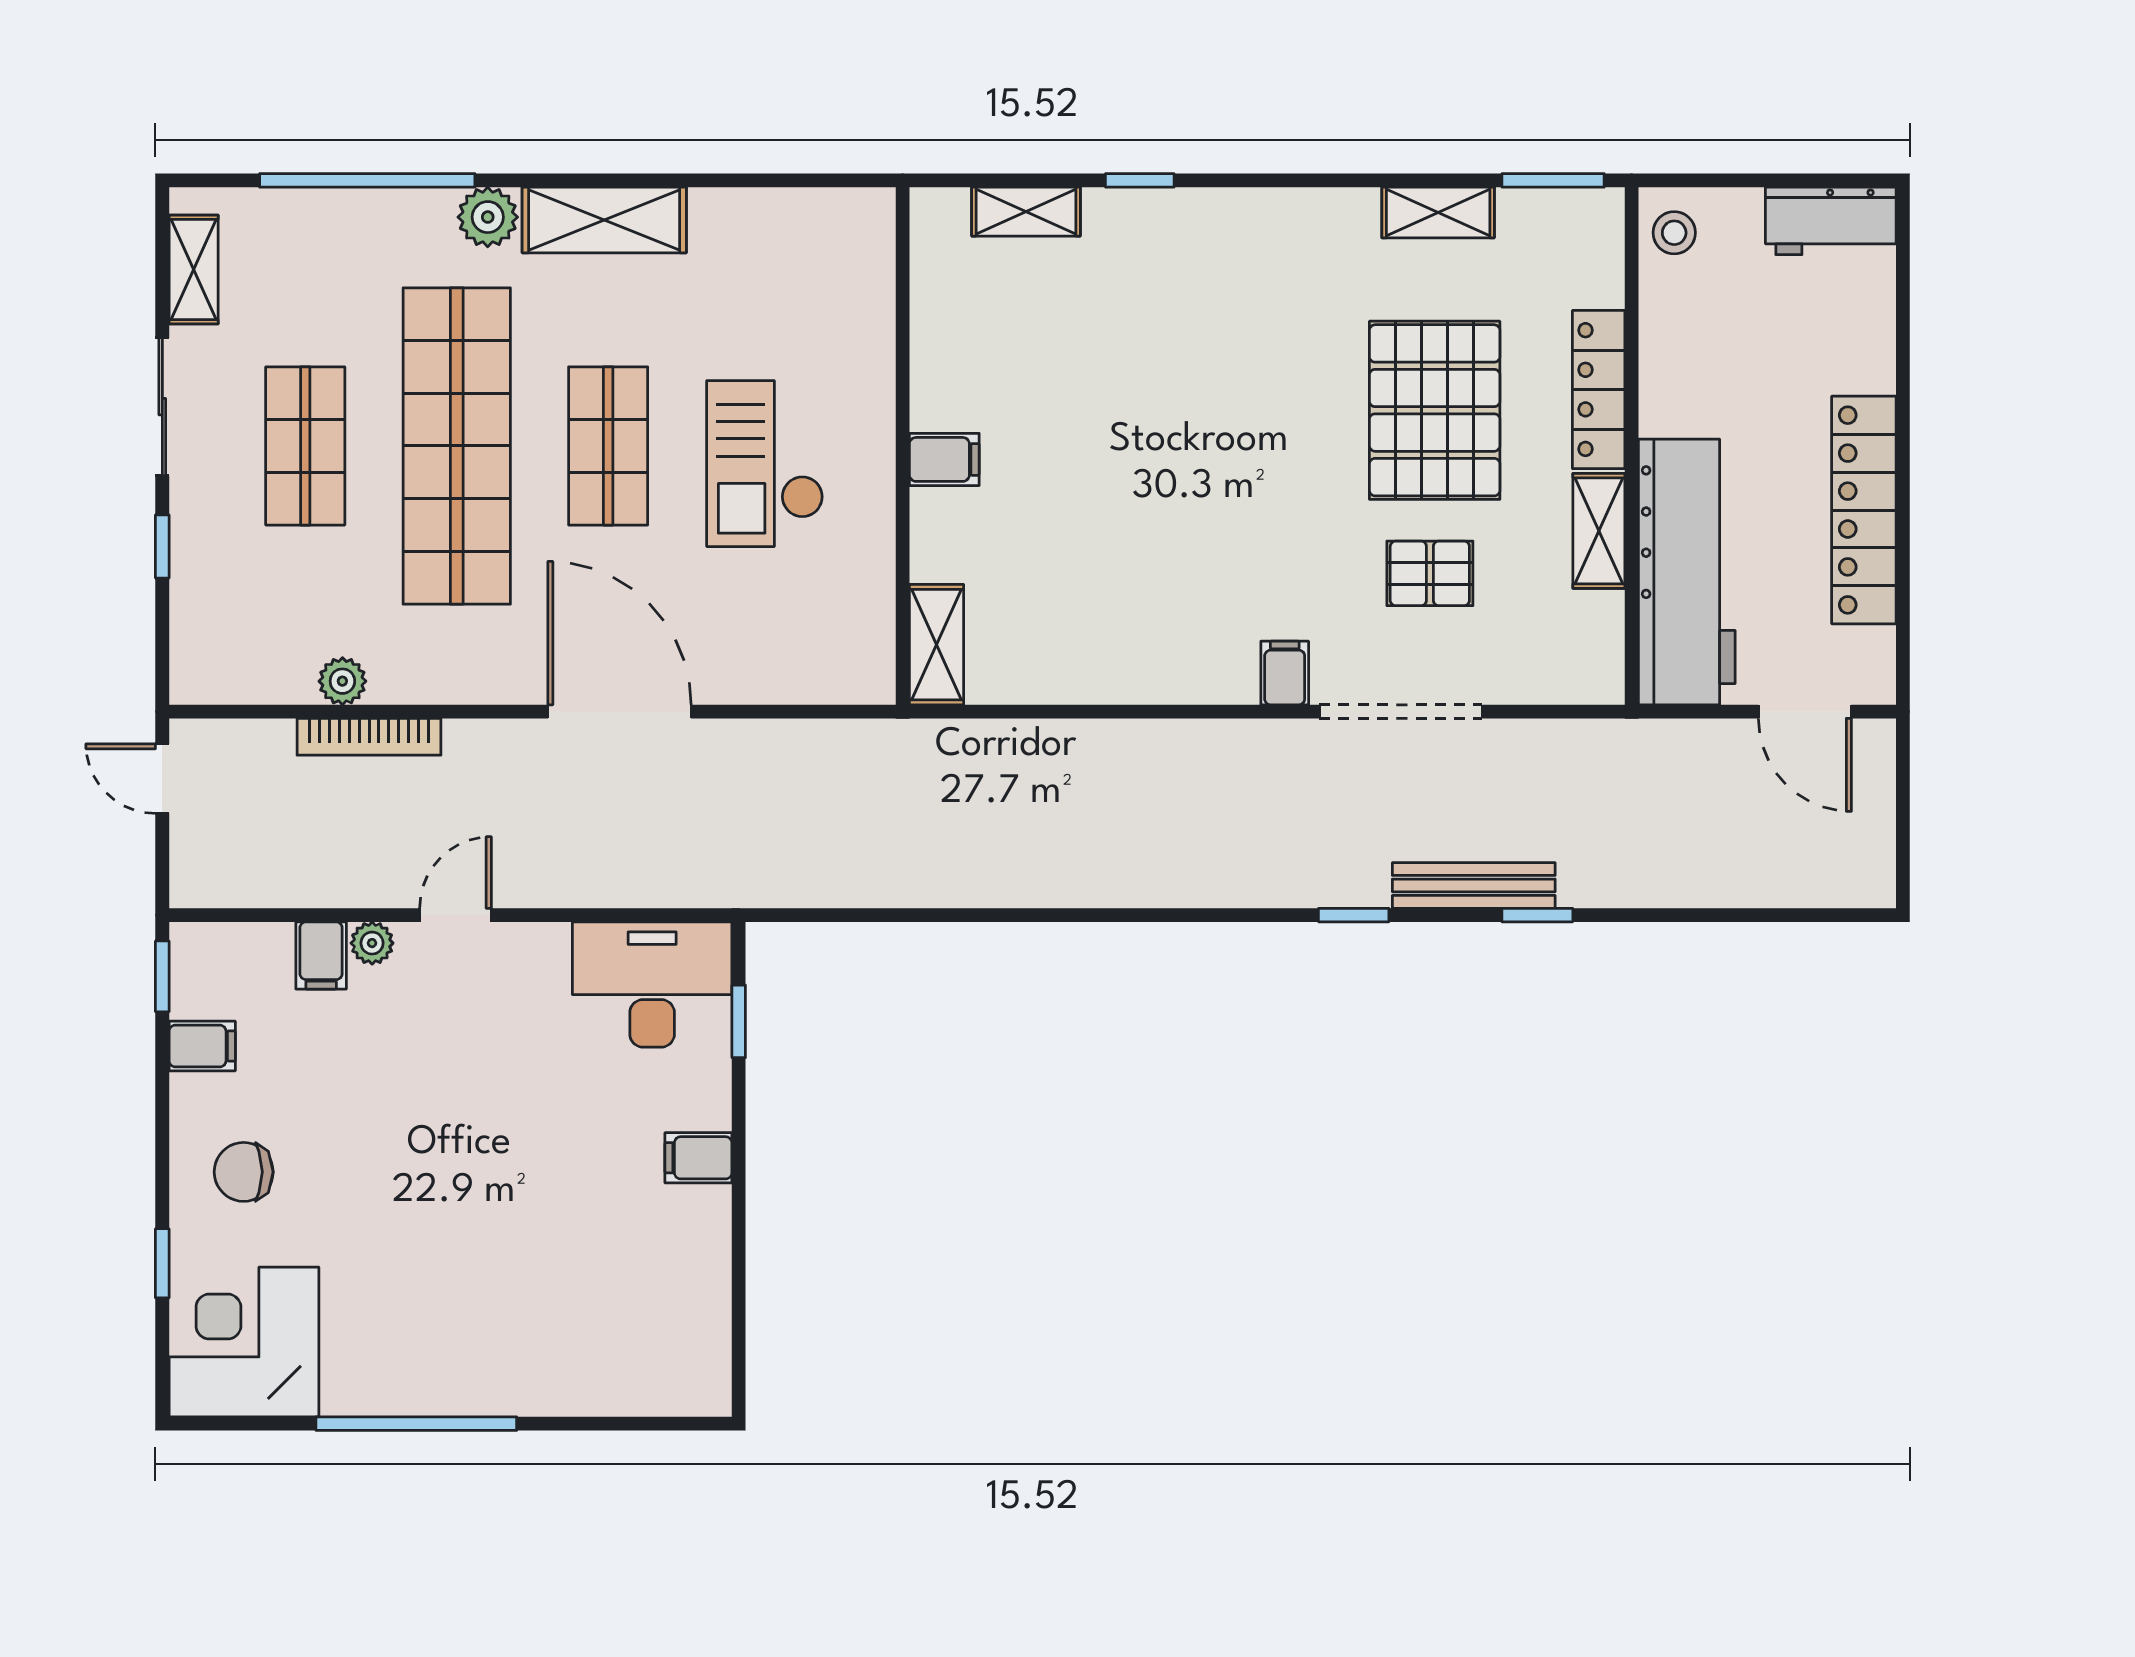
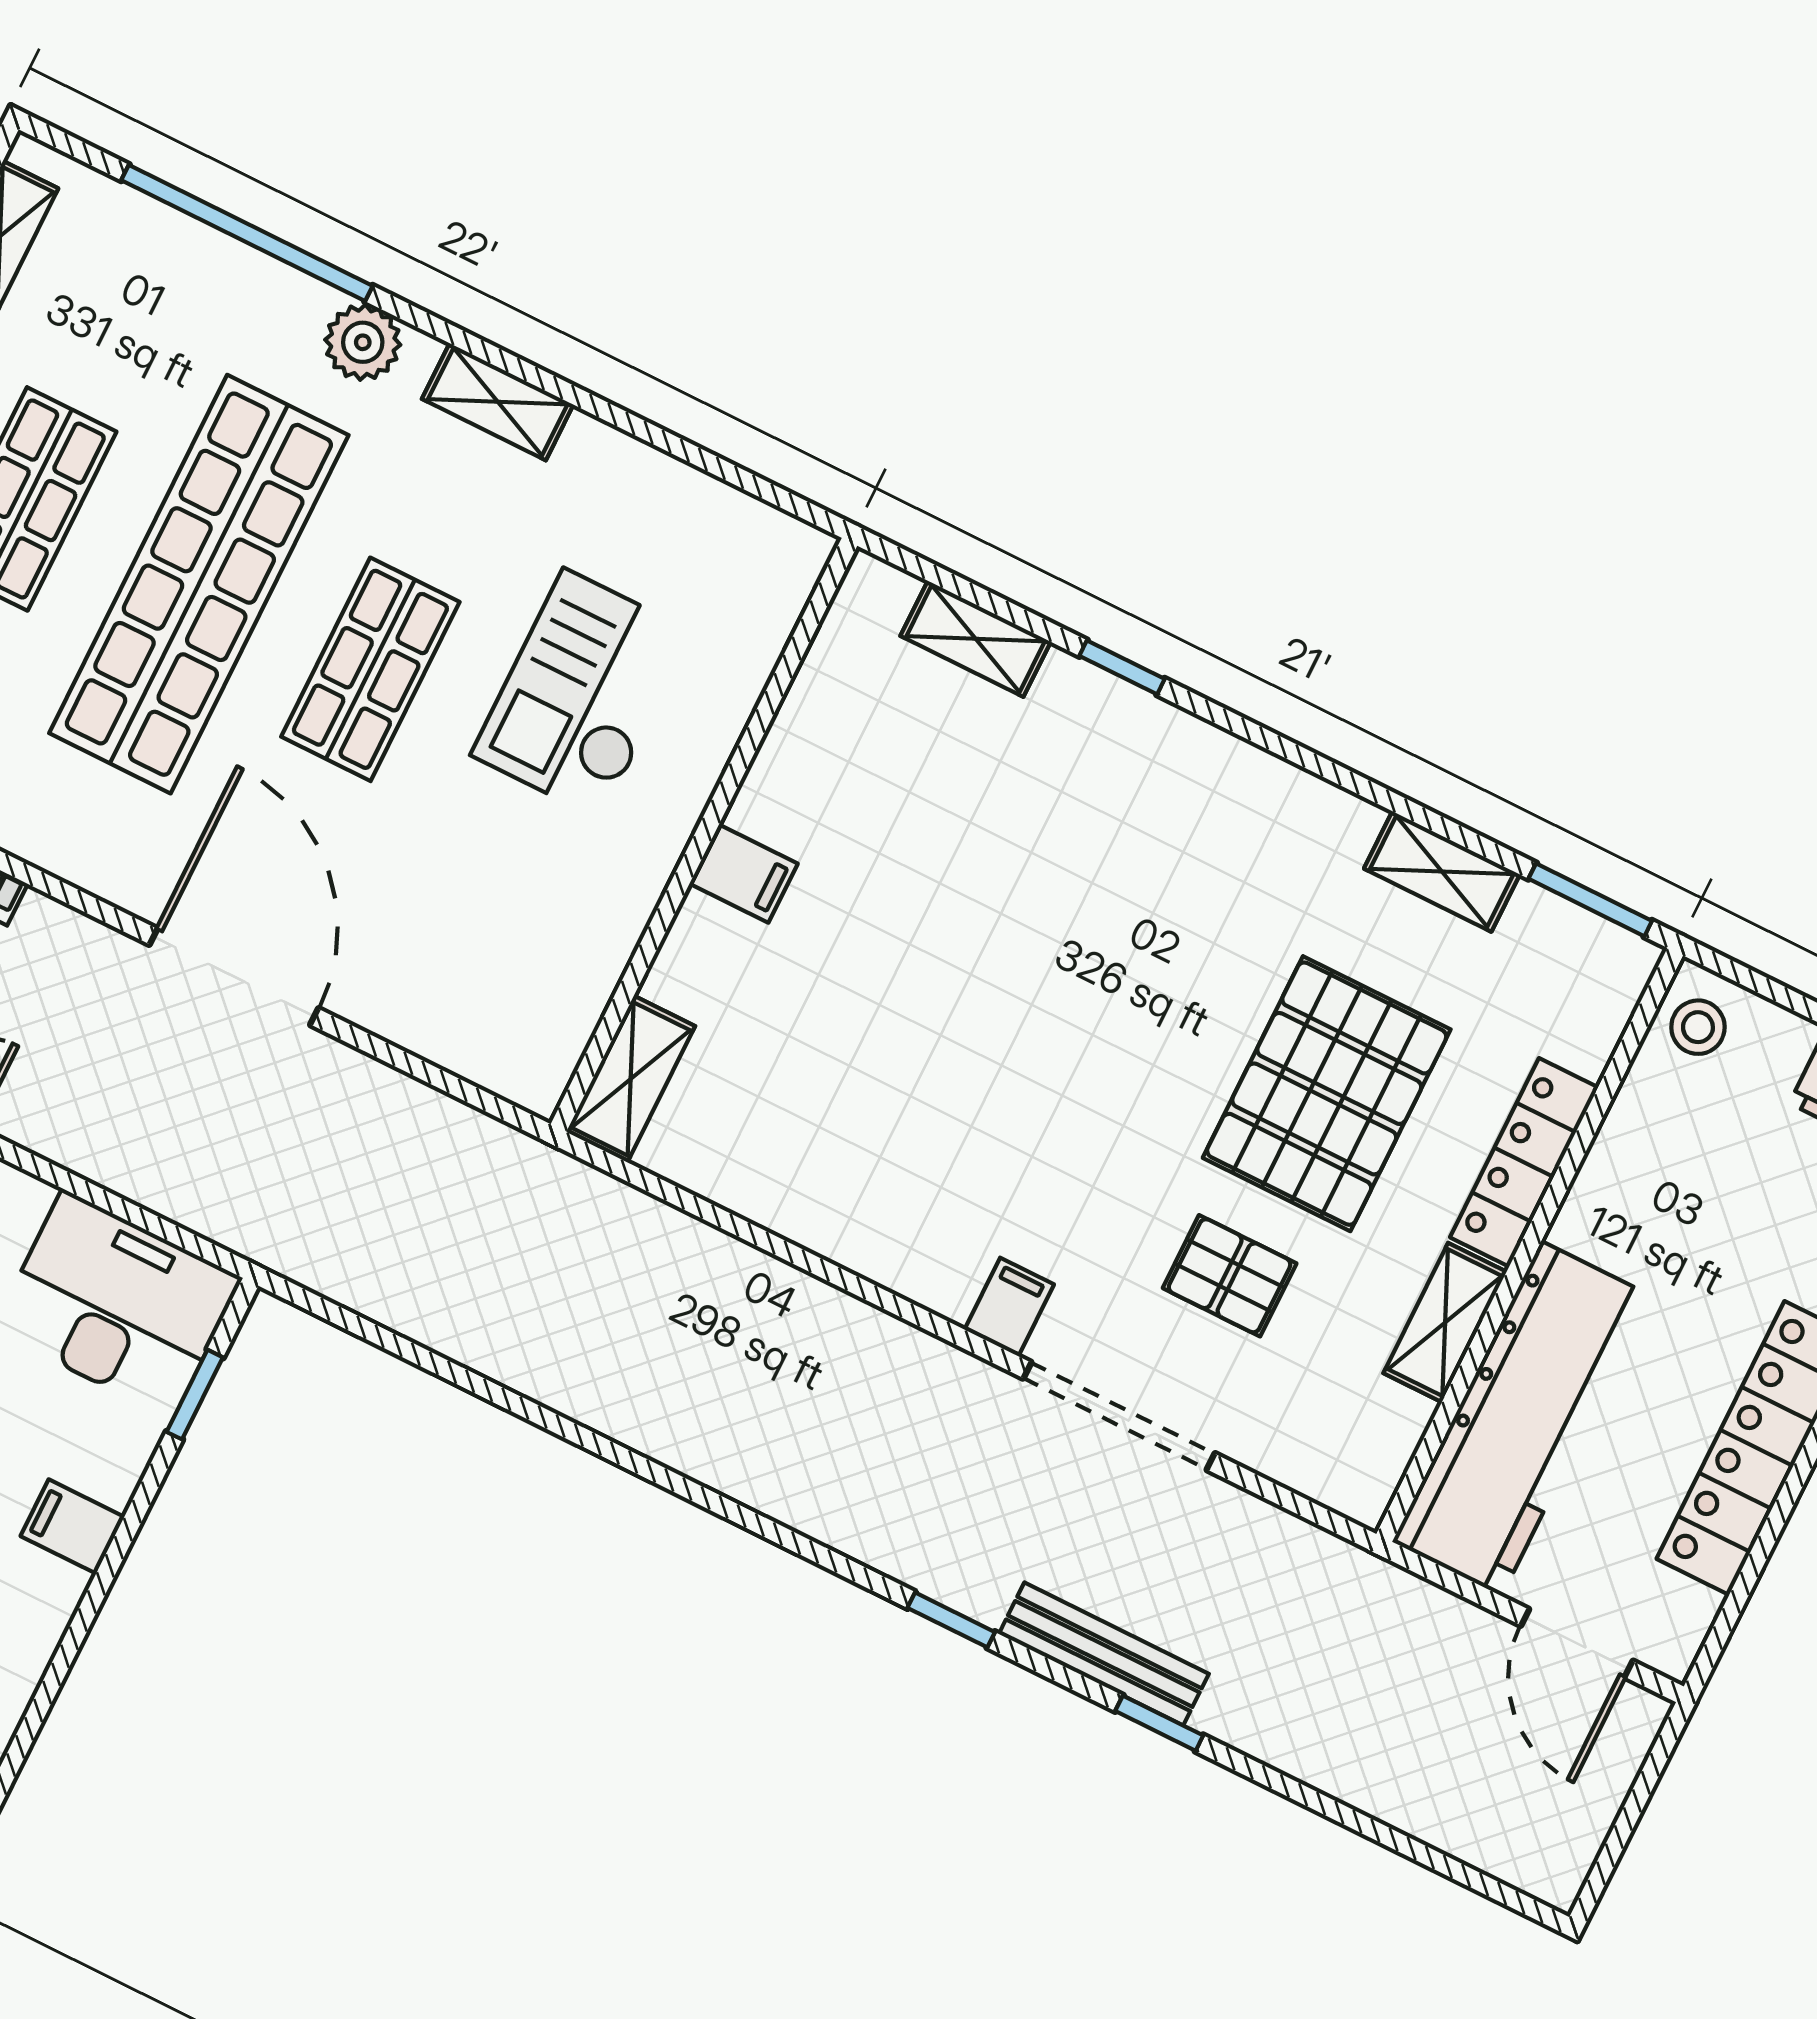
shelving: (604, 220) -> (498, 402), width x0.67, depth x0.75
checkout: (765, 464) -> (583, 694), moved

